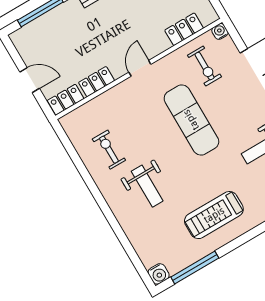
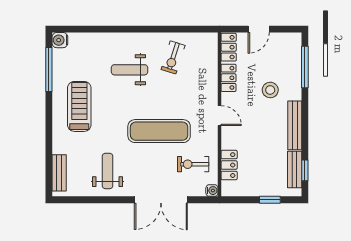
stool: (84, 32) -> (270, 90), added
exercise bike: (109, 150) -> (173, 57), turned 108

